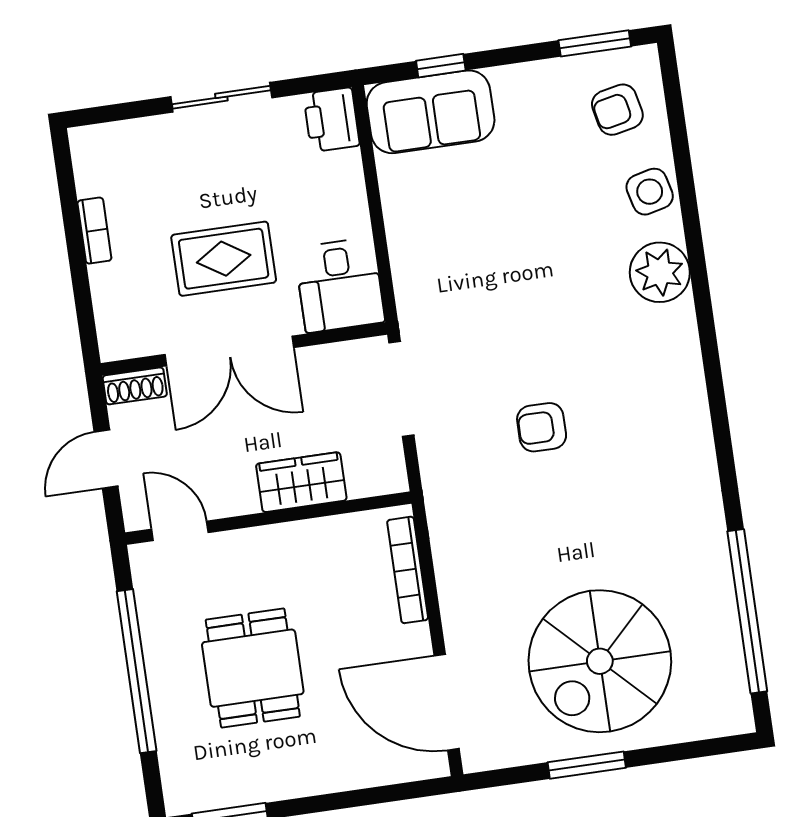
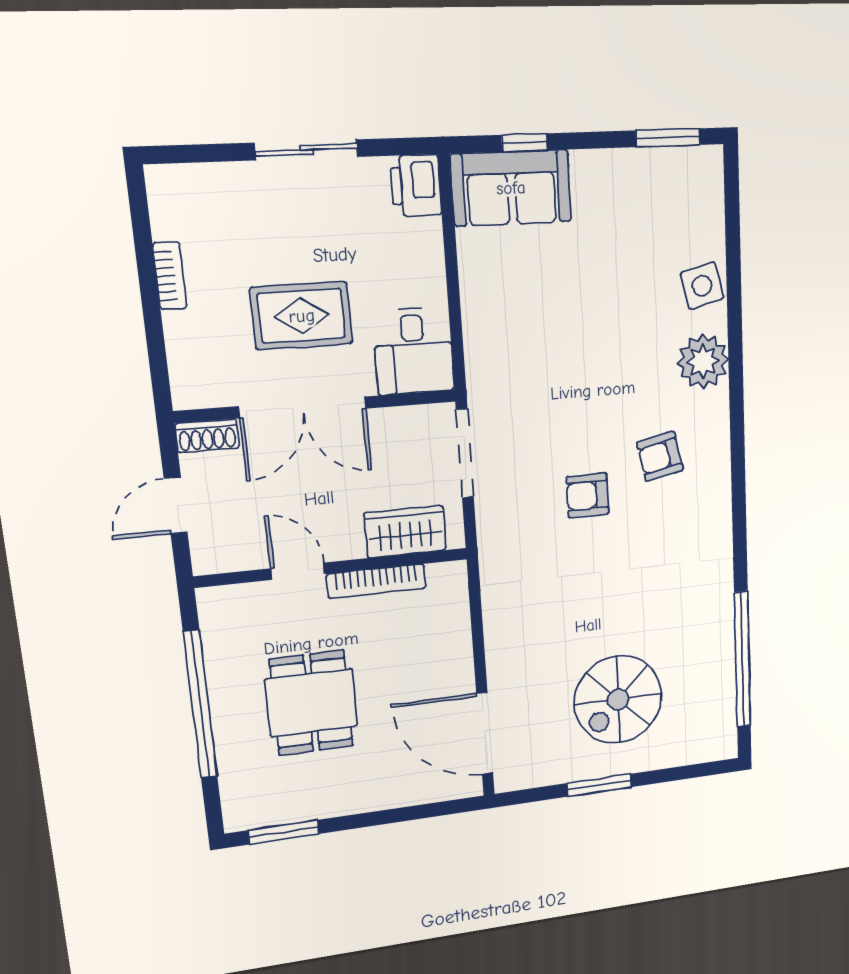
armchair: (617, 110) -> (660, 456), moved
wardrobe: (301, 482) -> (405, 532), moved
door: (180, 531) -> (298, 571), moved
bookcase: (408, 570) -> (376, 581), moved, turned -90
spiral stairs: (600, 661) -> (618, 700), width x0.73, depth x0.73

